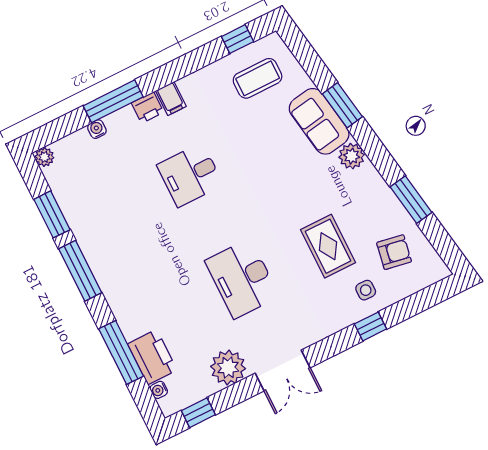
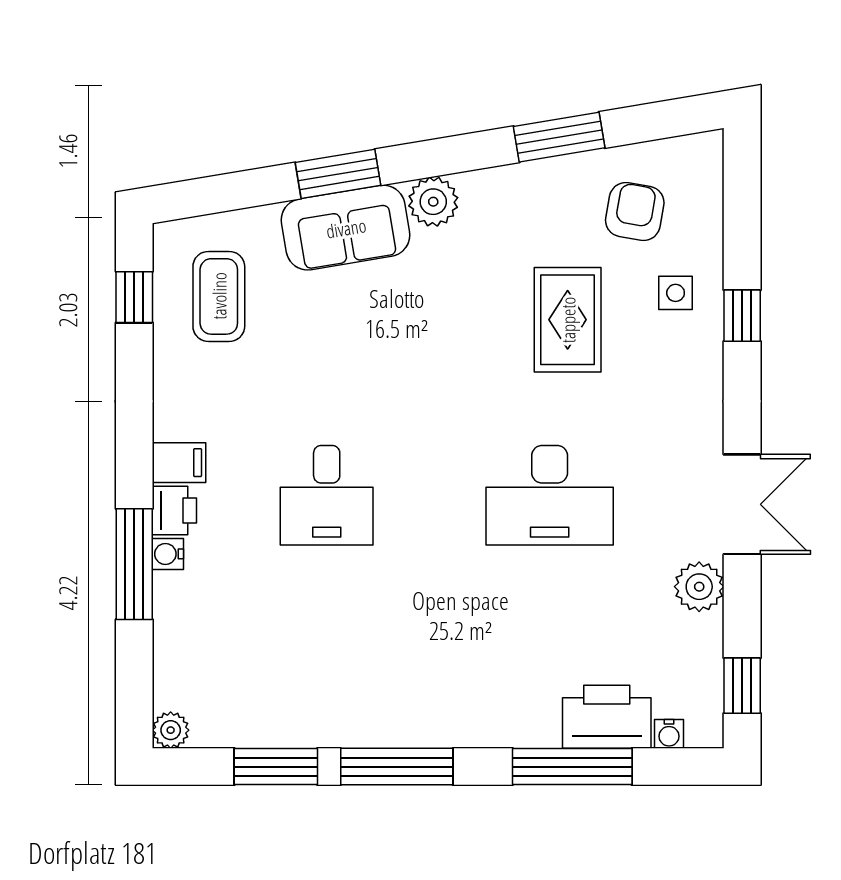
water cooler: (97, 129) -> (168, 554), moved
rug: (328, 246) -> (568, 320), turned 90
plant: (228, 368) -> (699, 587), width x0.73, depth x0.73

